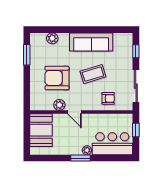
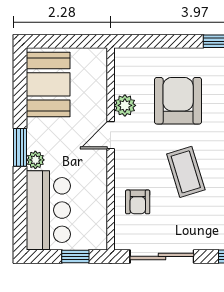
booth: (41, 130) -> (48, 84), moved, turned 90

